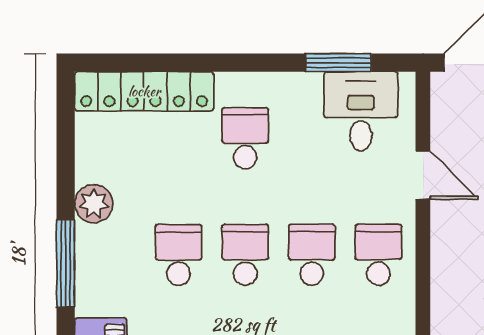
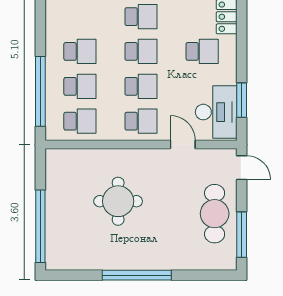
desk: (361, 111) -> (216, 112), width x1.37
door: (423, 175) -> (183, 144), swing flipped

